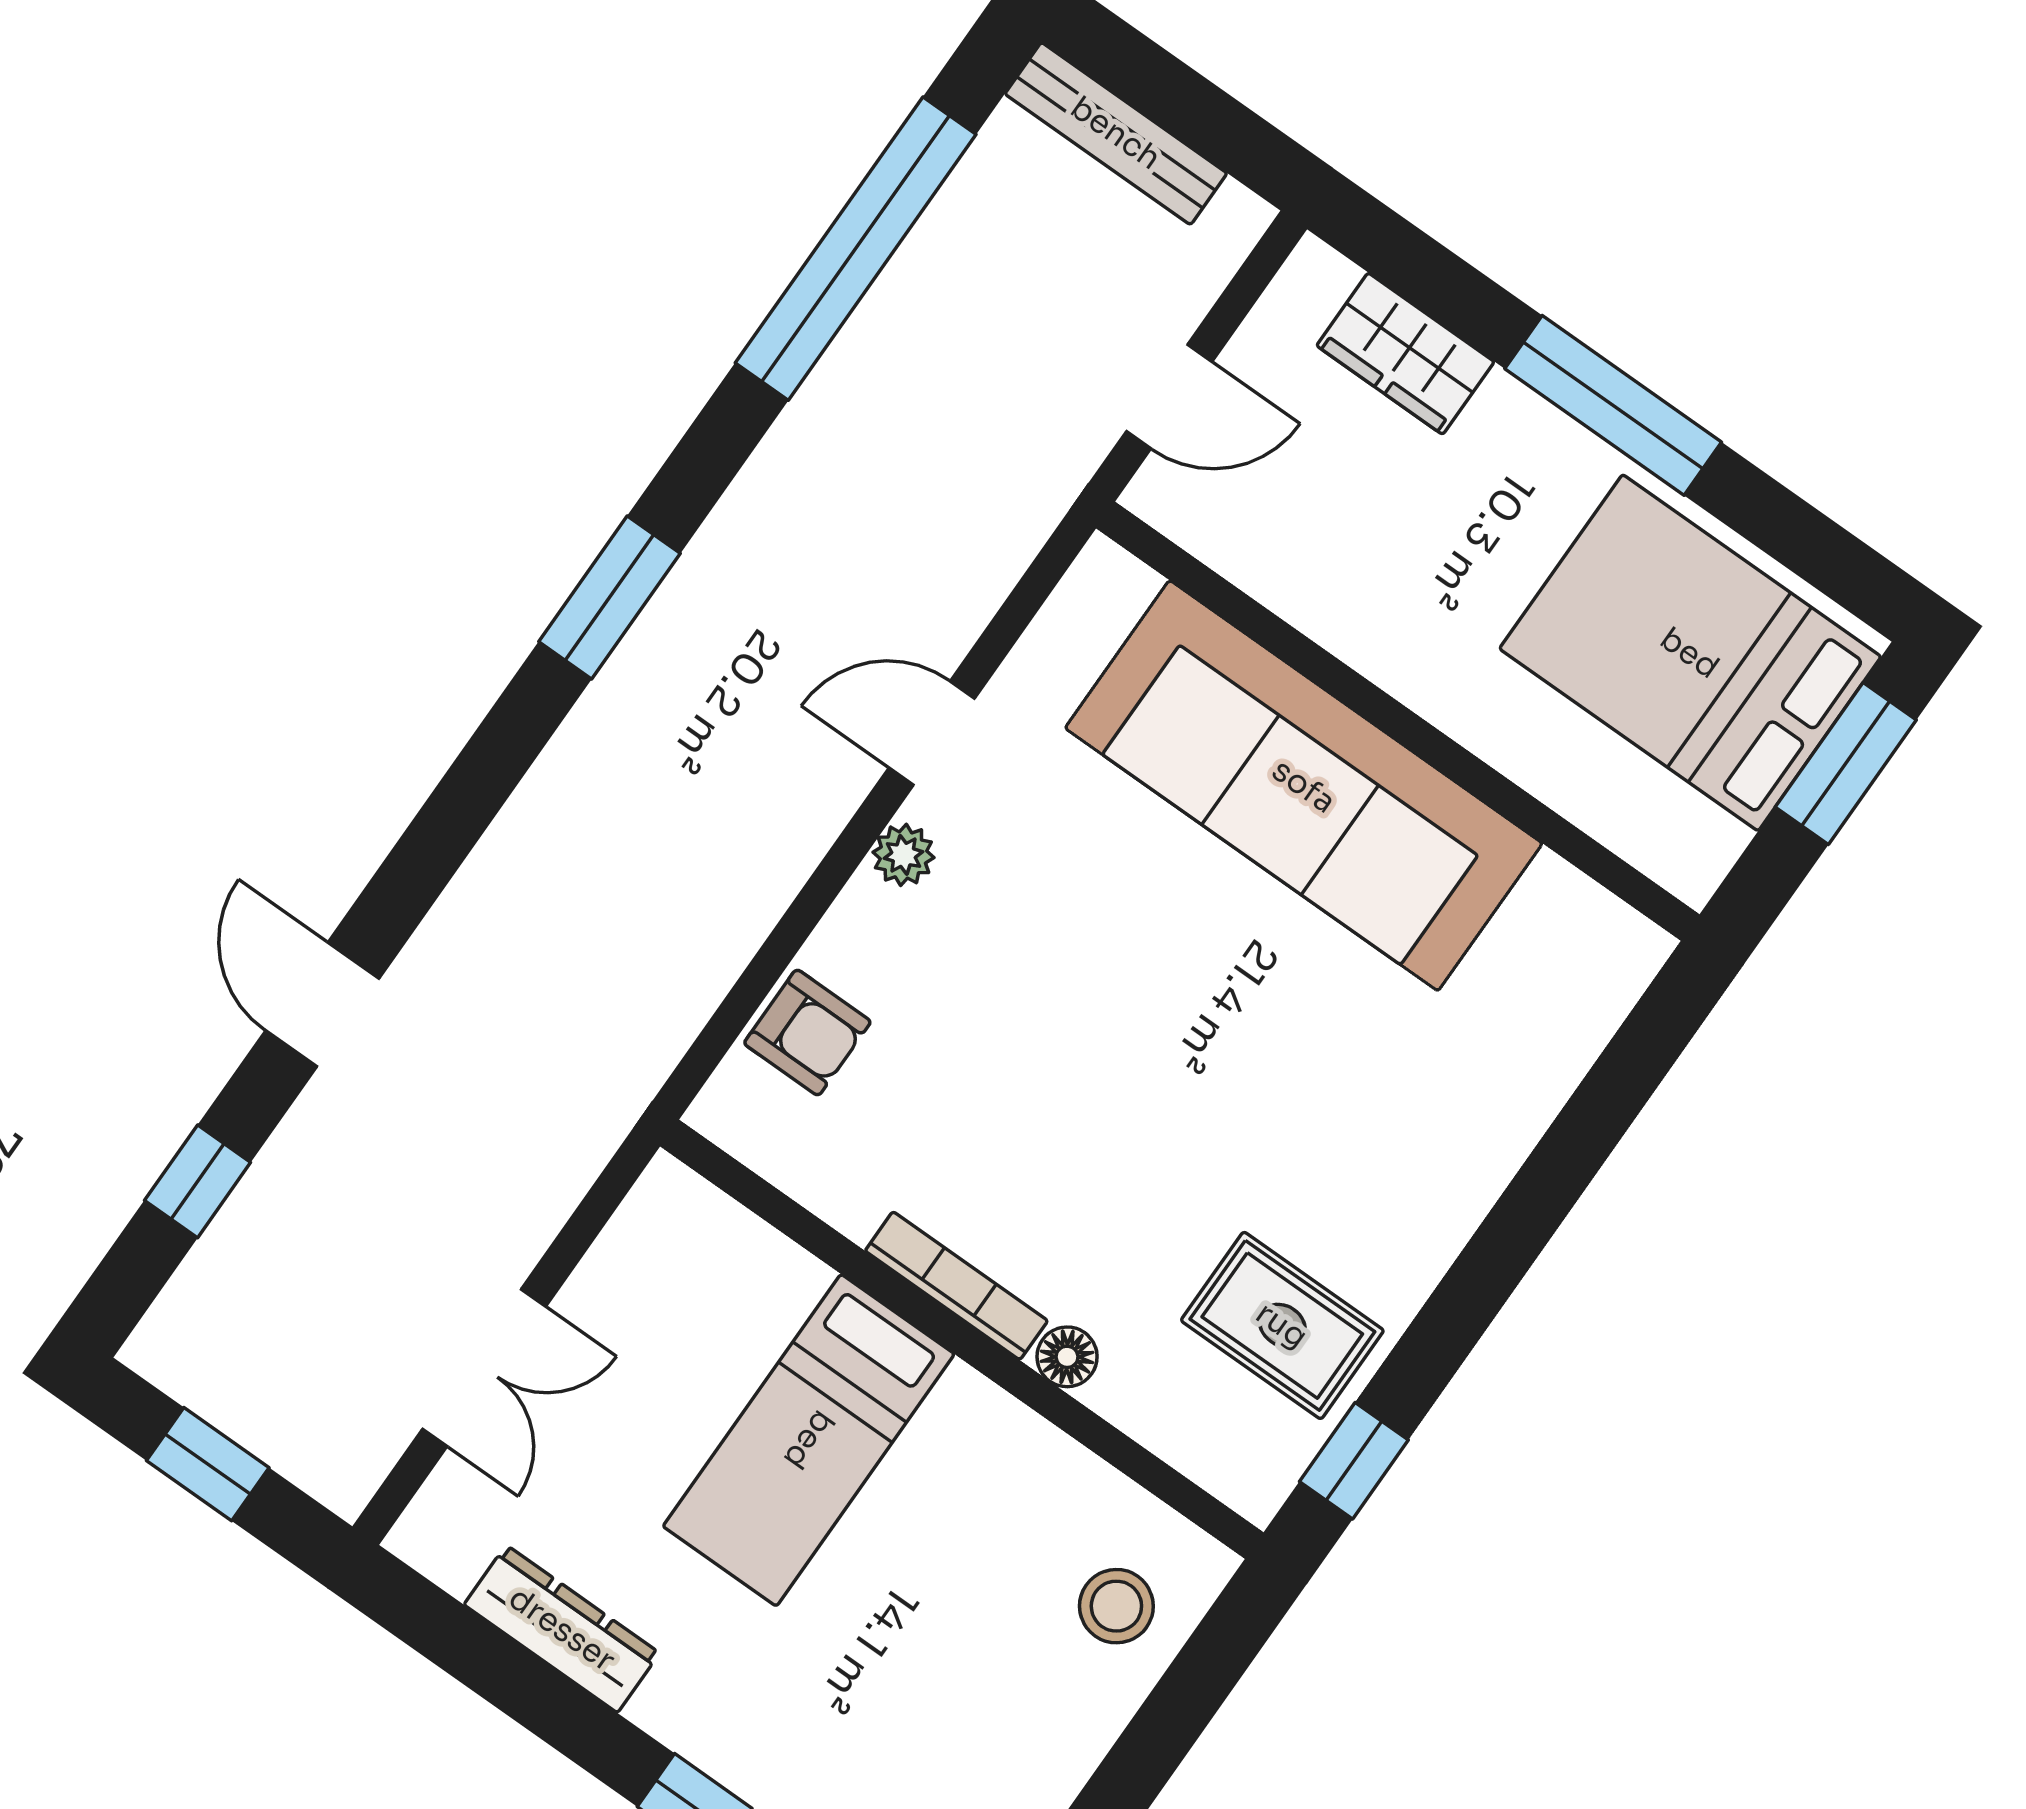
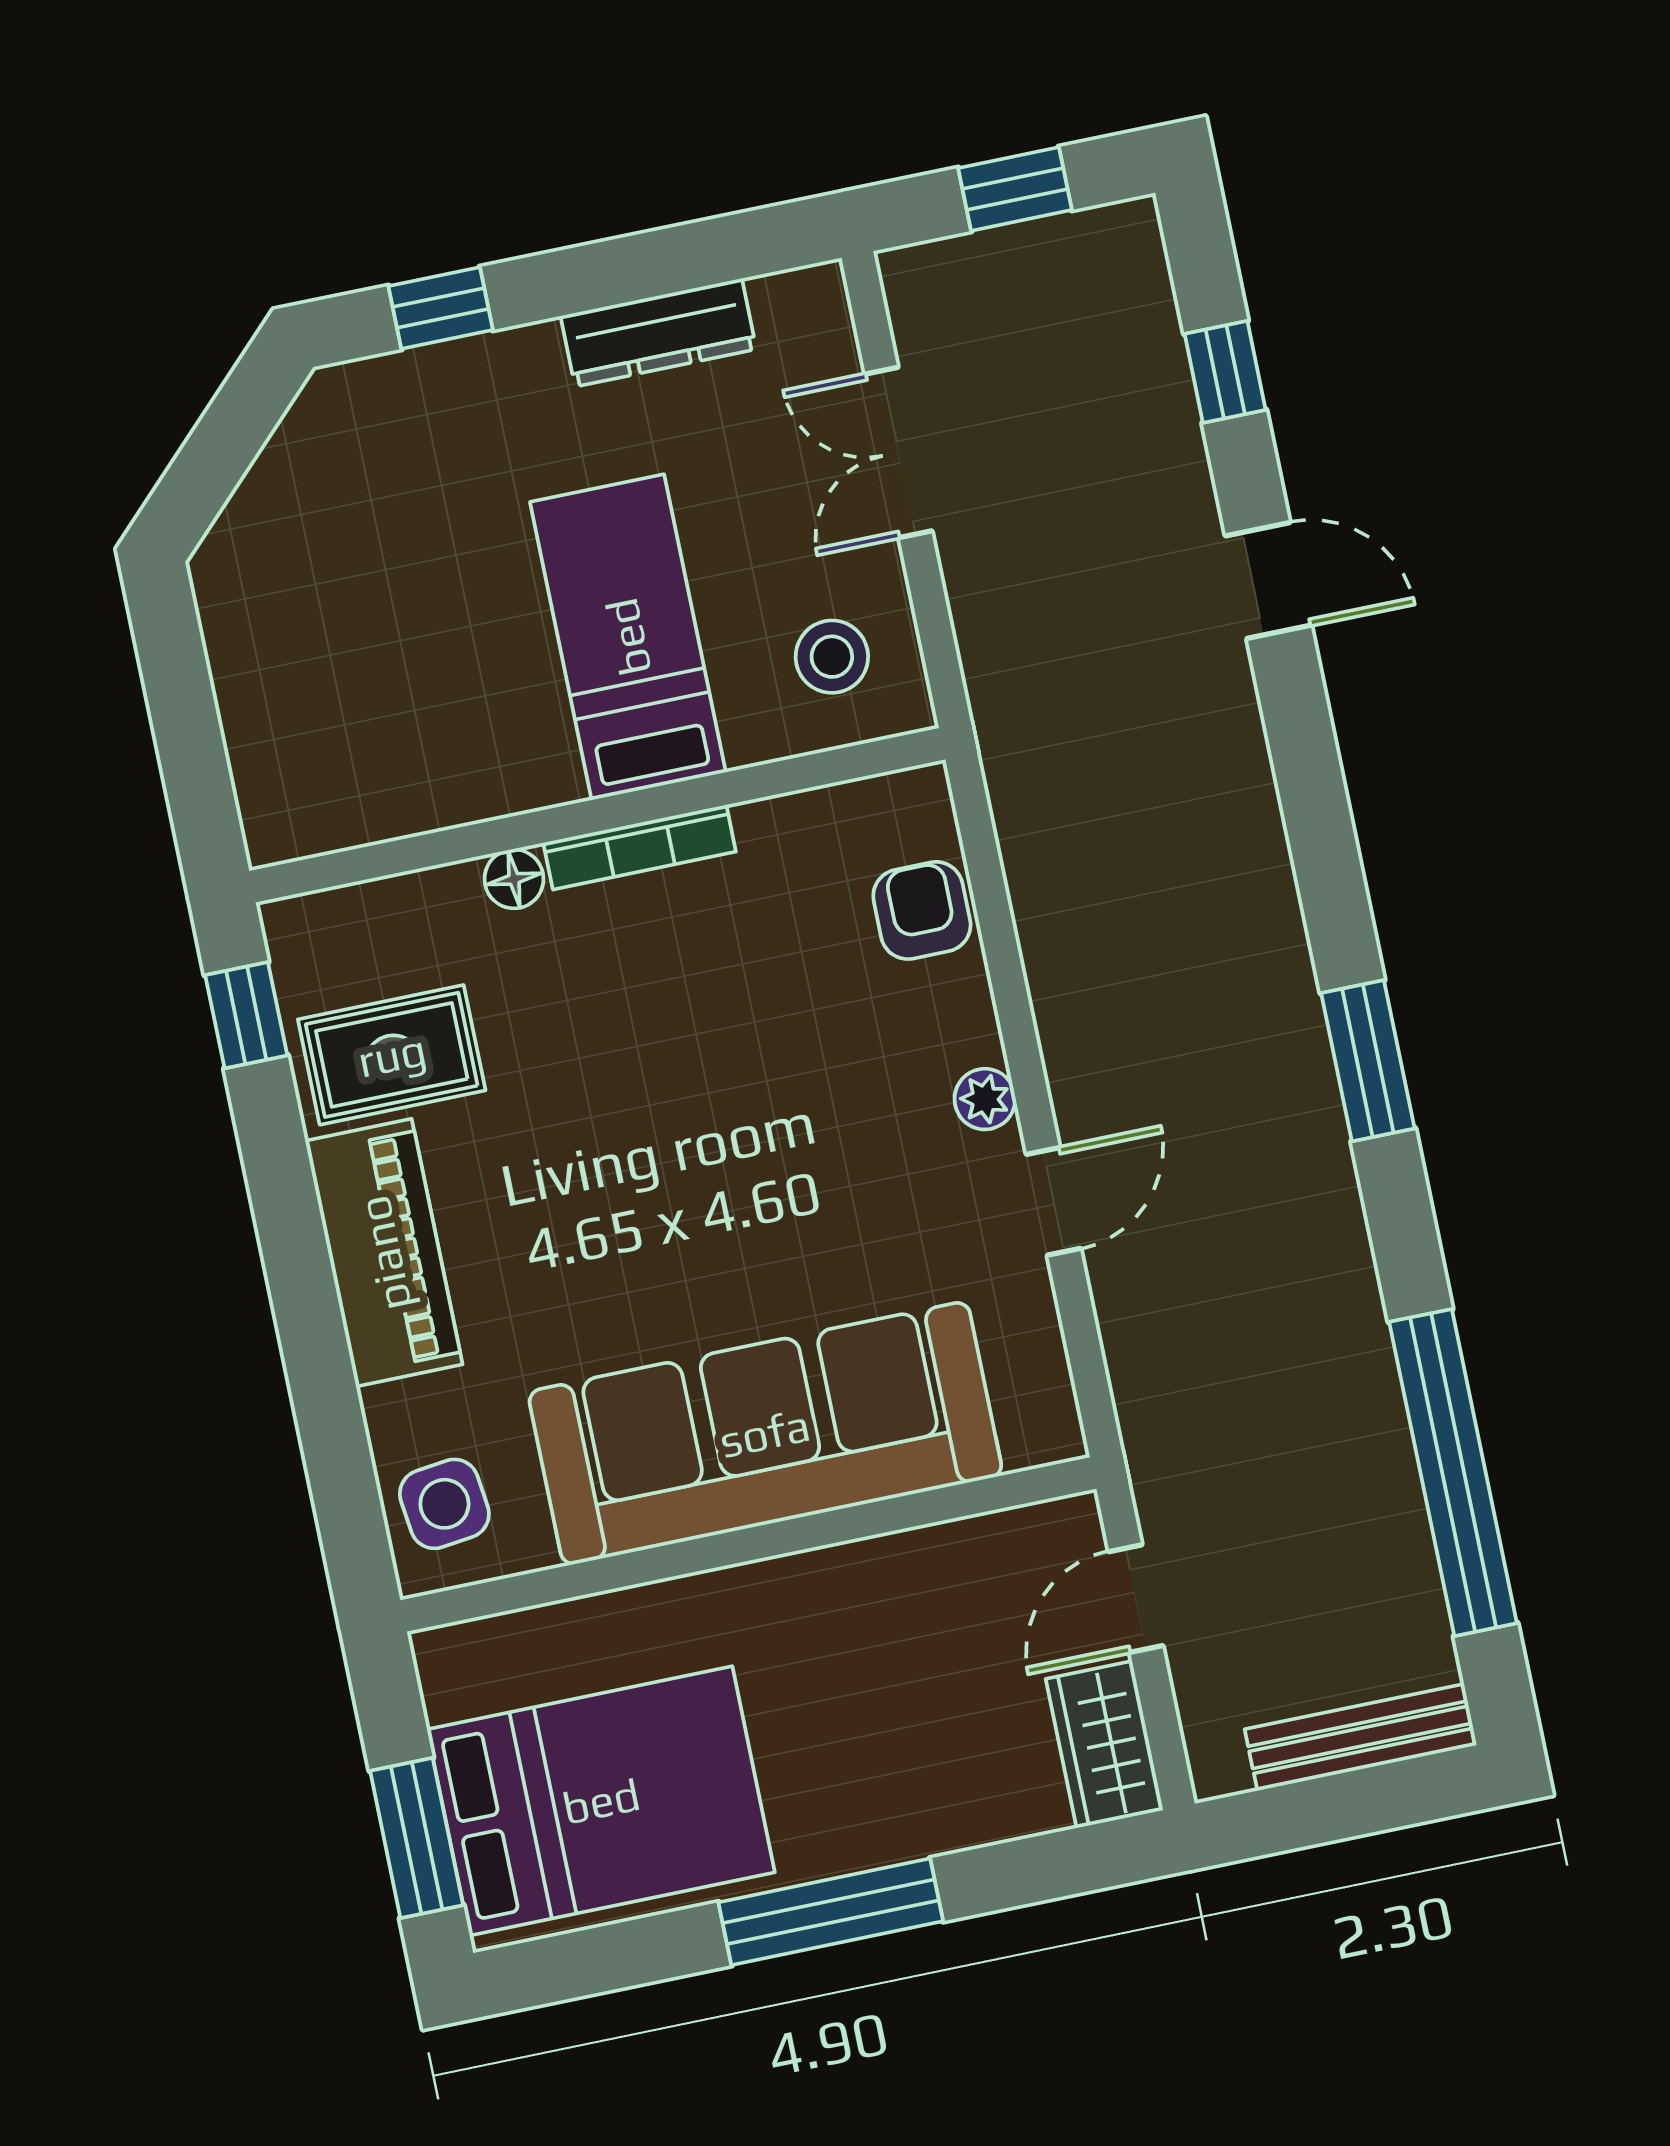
wardrobe: (1405, 354) -> (1104, 1745), moved, turned -90
side table: (1579, 975) -> (444, 1504), added
armchair: (807, 1032) -> (922, 910), turned 90
piano: (1434, 1194) -> (384, 1253), added
stool: (1116, 1606) -> (832, 657), moved

